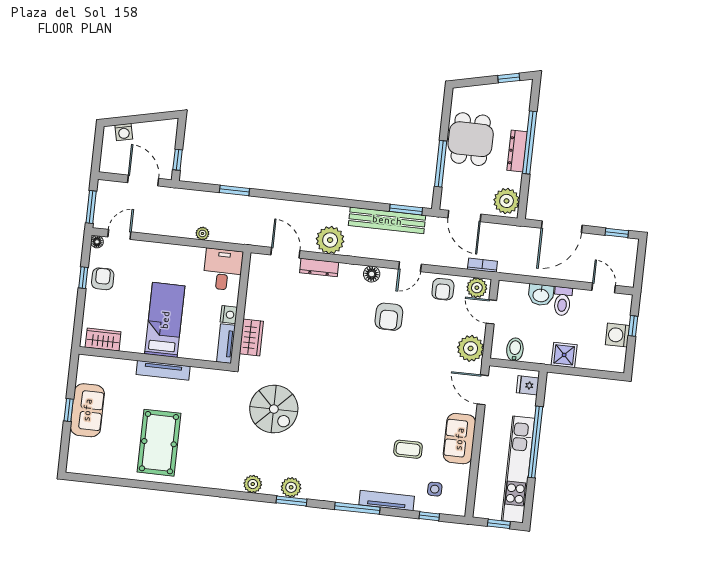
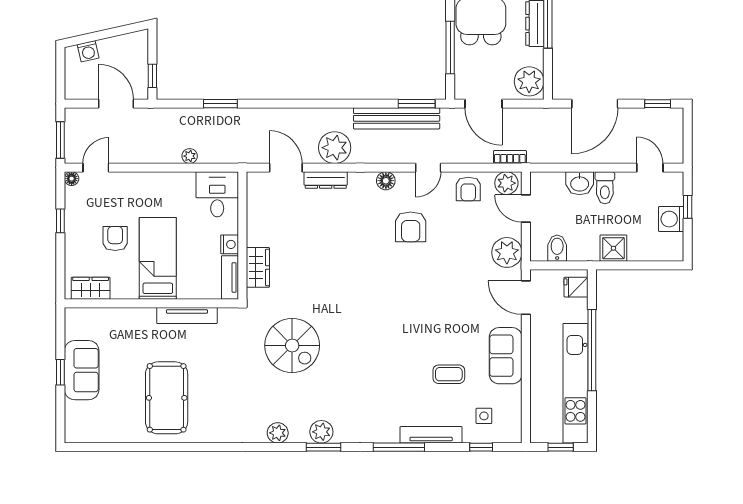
armchair: (103, 279) -> (115, 238), moved
tv unit: (163, 370) -> (187, 316), moved

